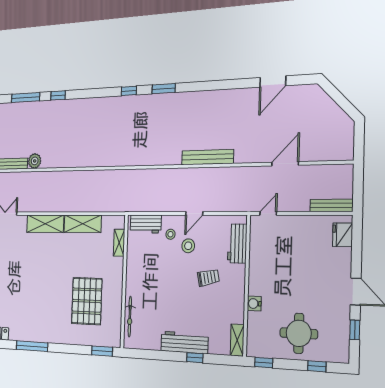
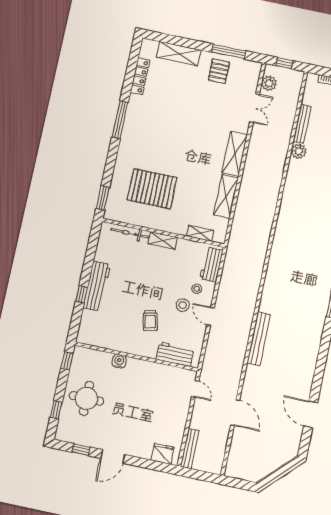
shelving: (237, 340) -> (163, 241), moved

